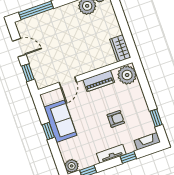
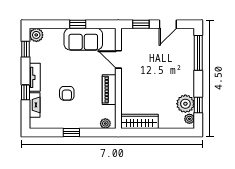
wardrobe: (120, 48) -> (140, 121), width x1.50
plant: (127, 75) -> (105, 124), width x0.53, depth x0.53
window: (156, 118) -> (71, 132), moved
fireplace: (147, 141) -> (35, 105), moved

